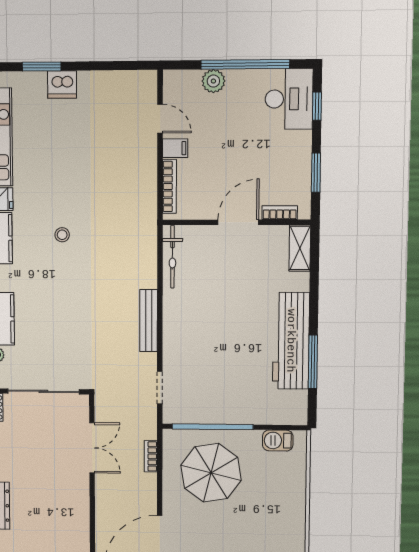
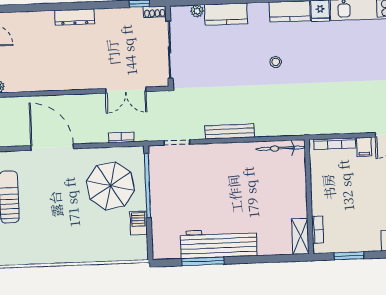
door: (238, 222) -> (309, 198), removed
stool: (62, 235) -> (276, 62), moved
shelving: (300, 248) -> (300, 236), moved, turned 90
barbecue: (278, 441) -> (139, 223), moved

